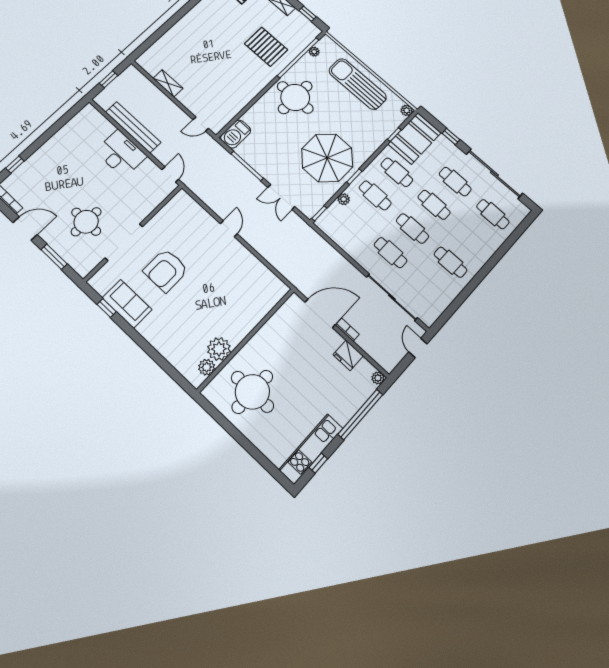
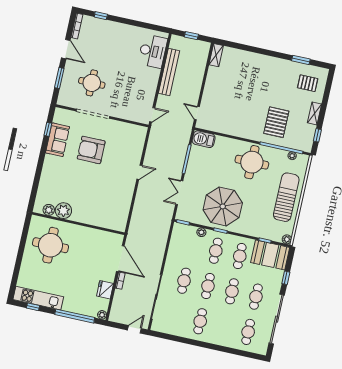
shelving: (168, 83) -> (216, 55), moved
desk: (121, 154) -> (153, 51), moved

